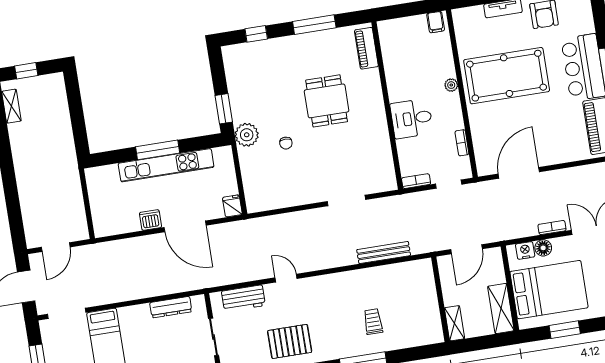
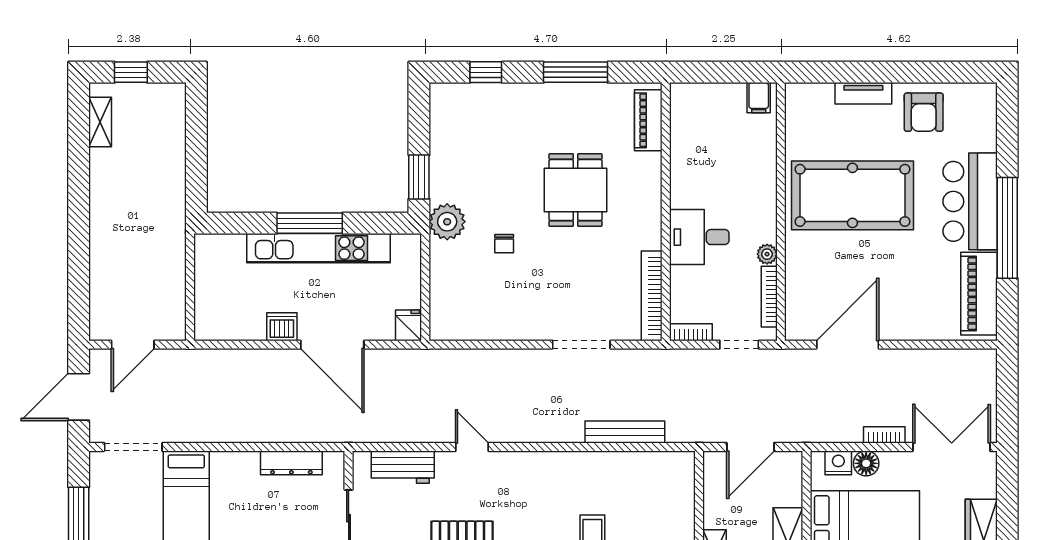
plant: (451, 85) -> (767, 254), moved
bookcase: (462, 143) -> (769, 297), width x1.56
bookcase: (387, 162) -> (652, 296), added

